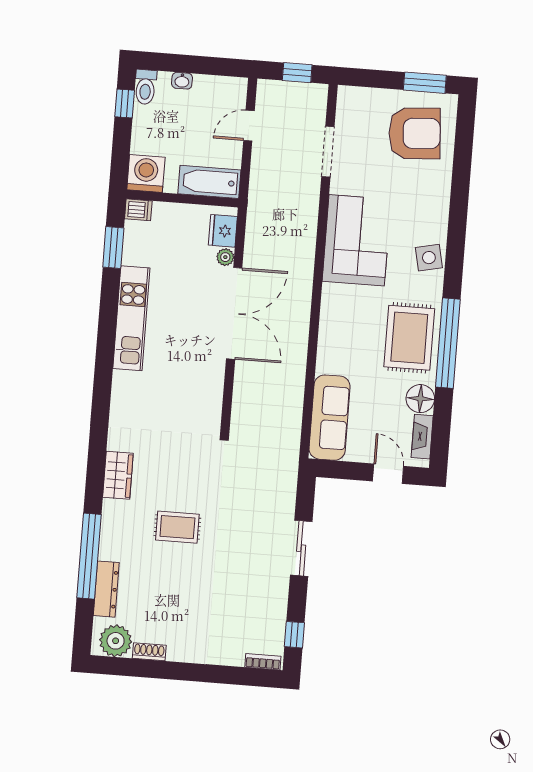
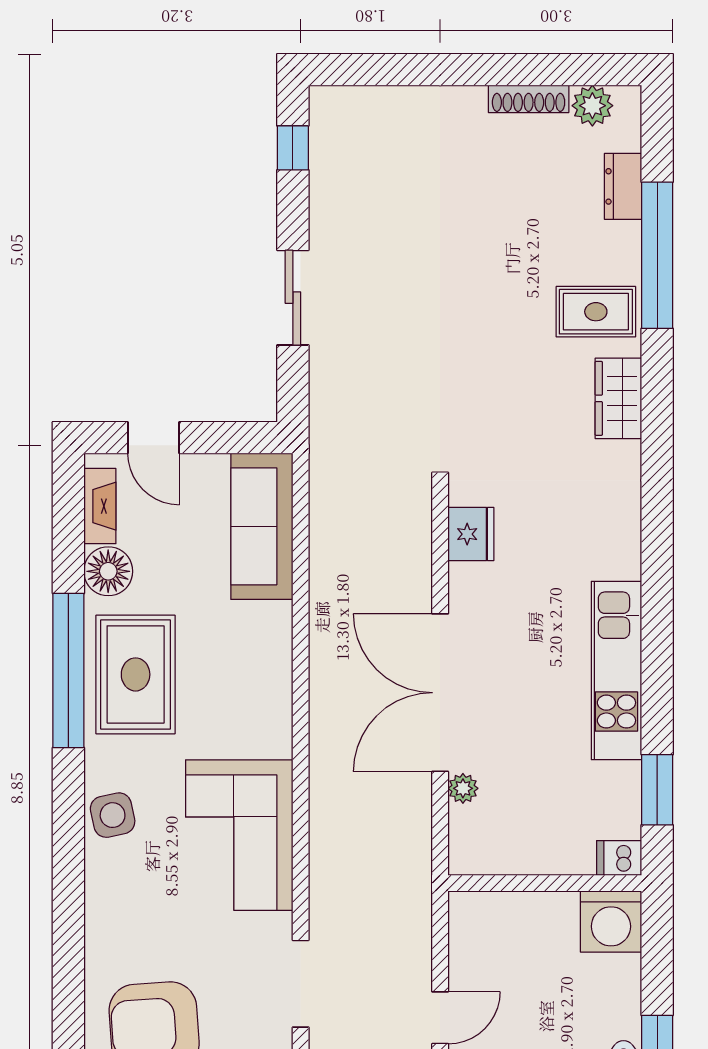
bathtub: (209, 182) -> (501, 916), removed
fridge: (223, 231) -> (471, 534), moved
rug: (177, 527) -> (596, 312), moved
dresser: (106, 589) -> (623, 186), width x0.70
plant: (116, 641) -> (592, 106), width x0.73, depth x0.73
shoe rack: (149, 652) -> (529, 99), width x1.43
bookcase: (263, 662) -> (344, 97), removed

